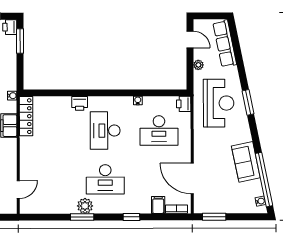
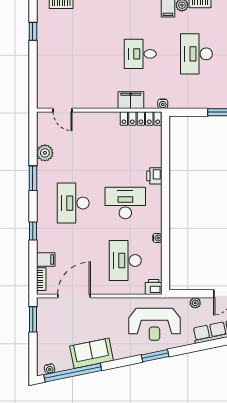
plant: (85, 206) -> (45, 153), moved

